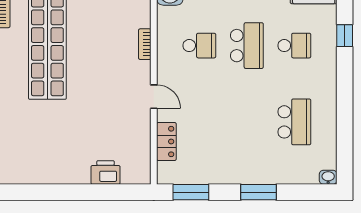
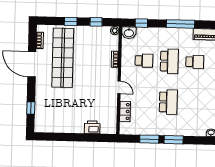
school desk: (294, 122) -> (168, 102), moved
window: (191, 192) -> (149, 139), moved

